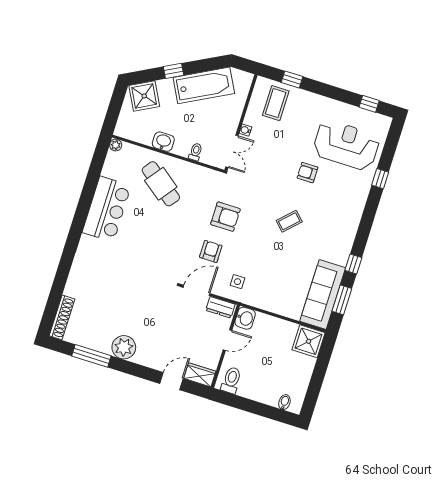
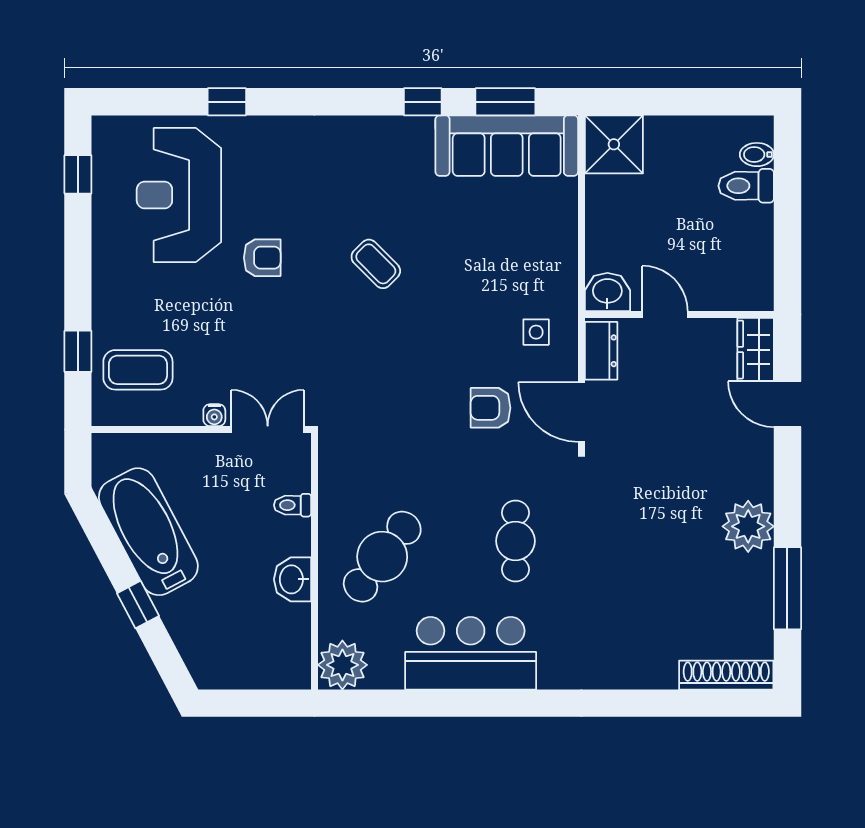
shower: (144, 96) -> (210, 649), removed
plant: (116, 145) -> (342, 665), width x1.87, depth x1.87
armchair: (307, 173) -> (262, 258), turned -90
armchair: (225, 217) -> (408, 400), removed
cafe table: (149, 244) -> (515, 541), added
toilet: (231, 380) -> (746, 186), moved

